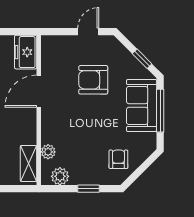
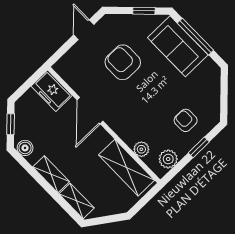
armchair: (93, 80) -> (123, 62), turned 90
armchair: (118, 159) -> (186, 120), moved
shelving: (29, 163) -> (126, 168), width x1.50, depth x1.33

